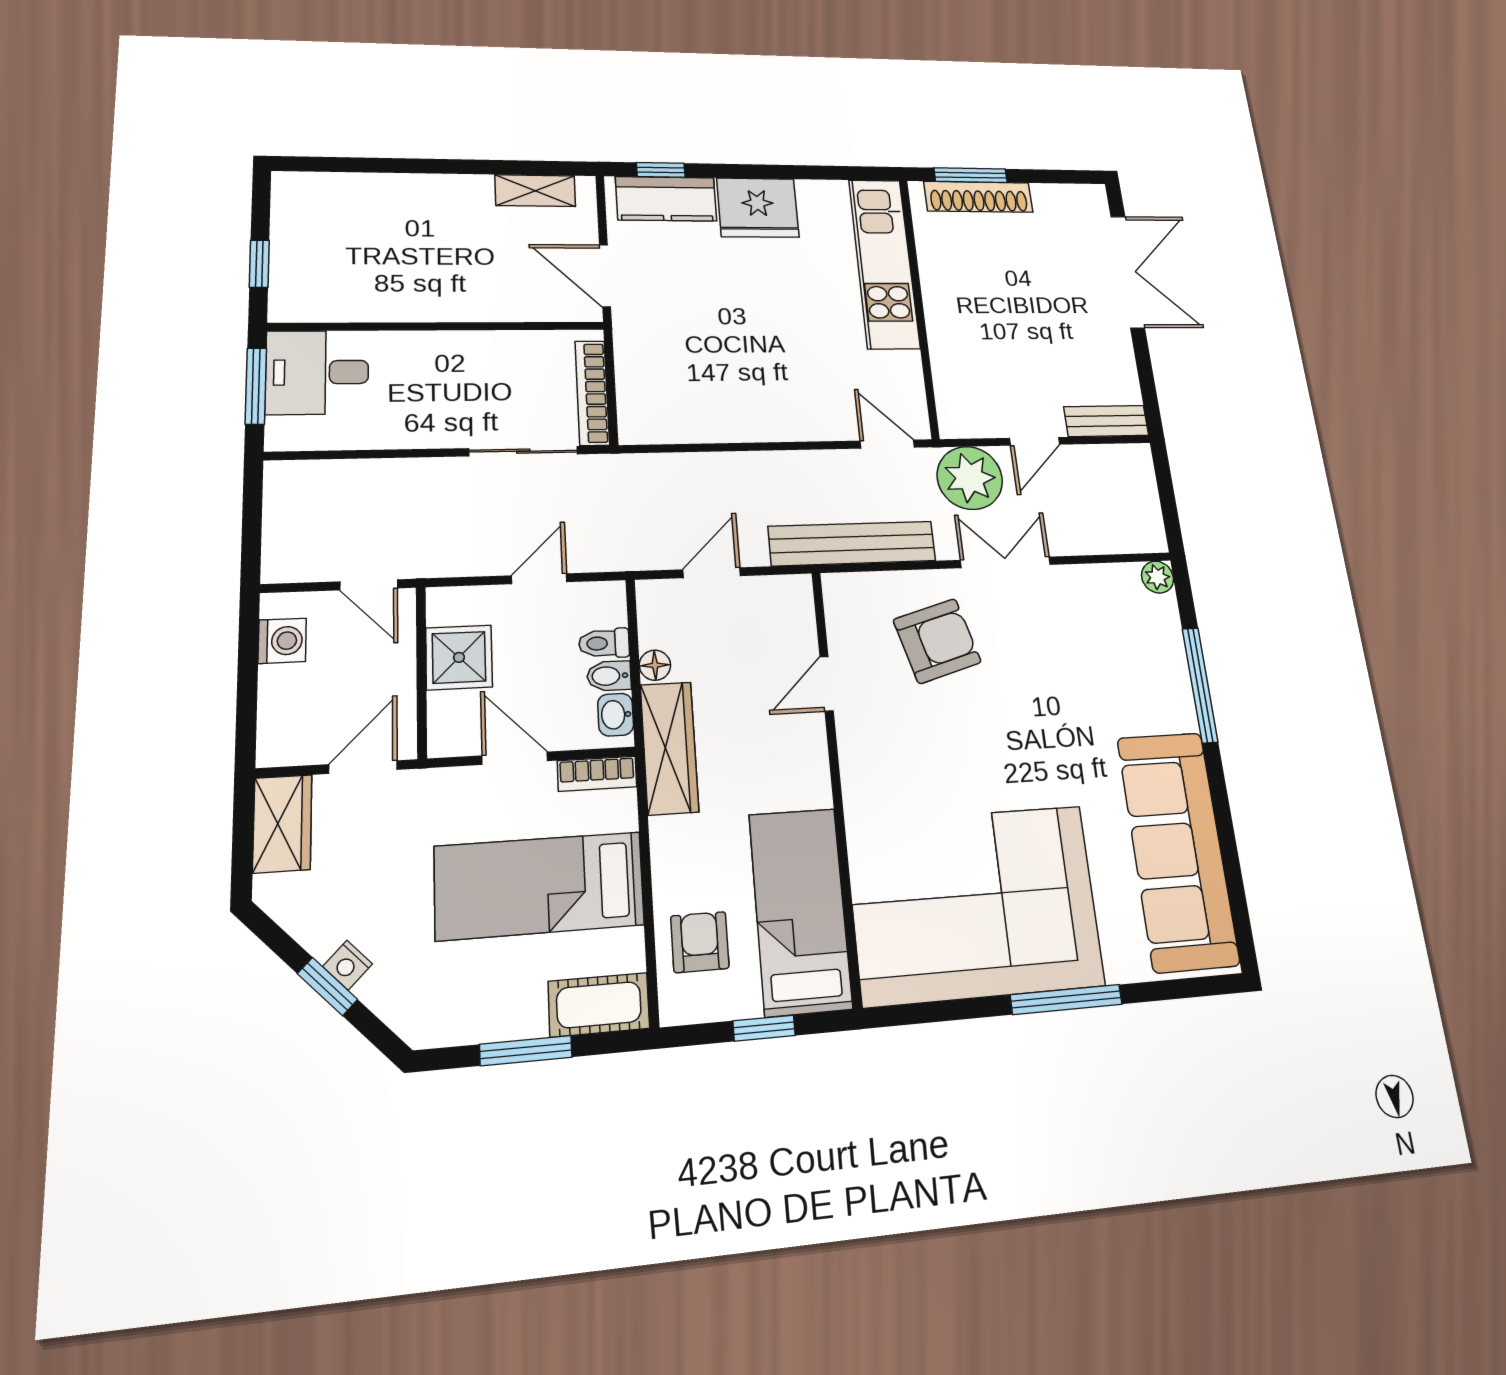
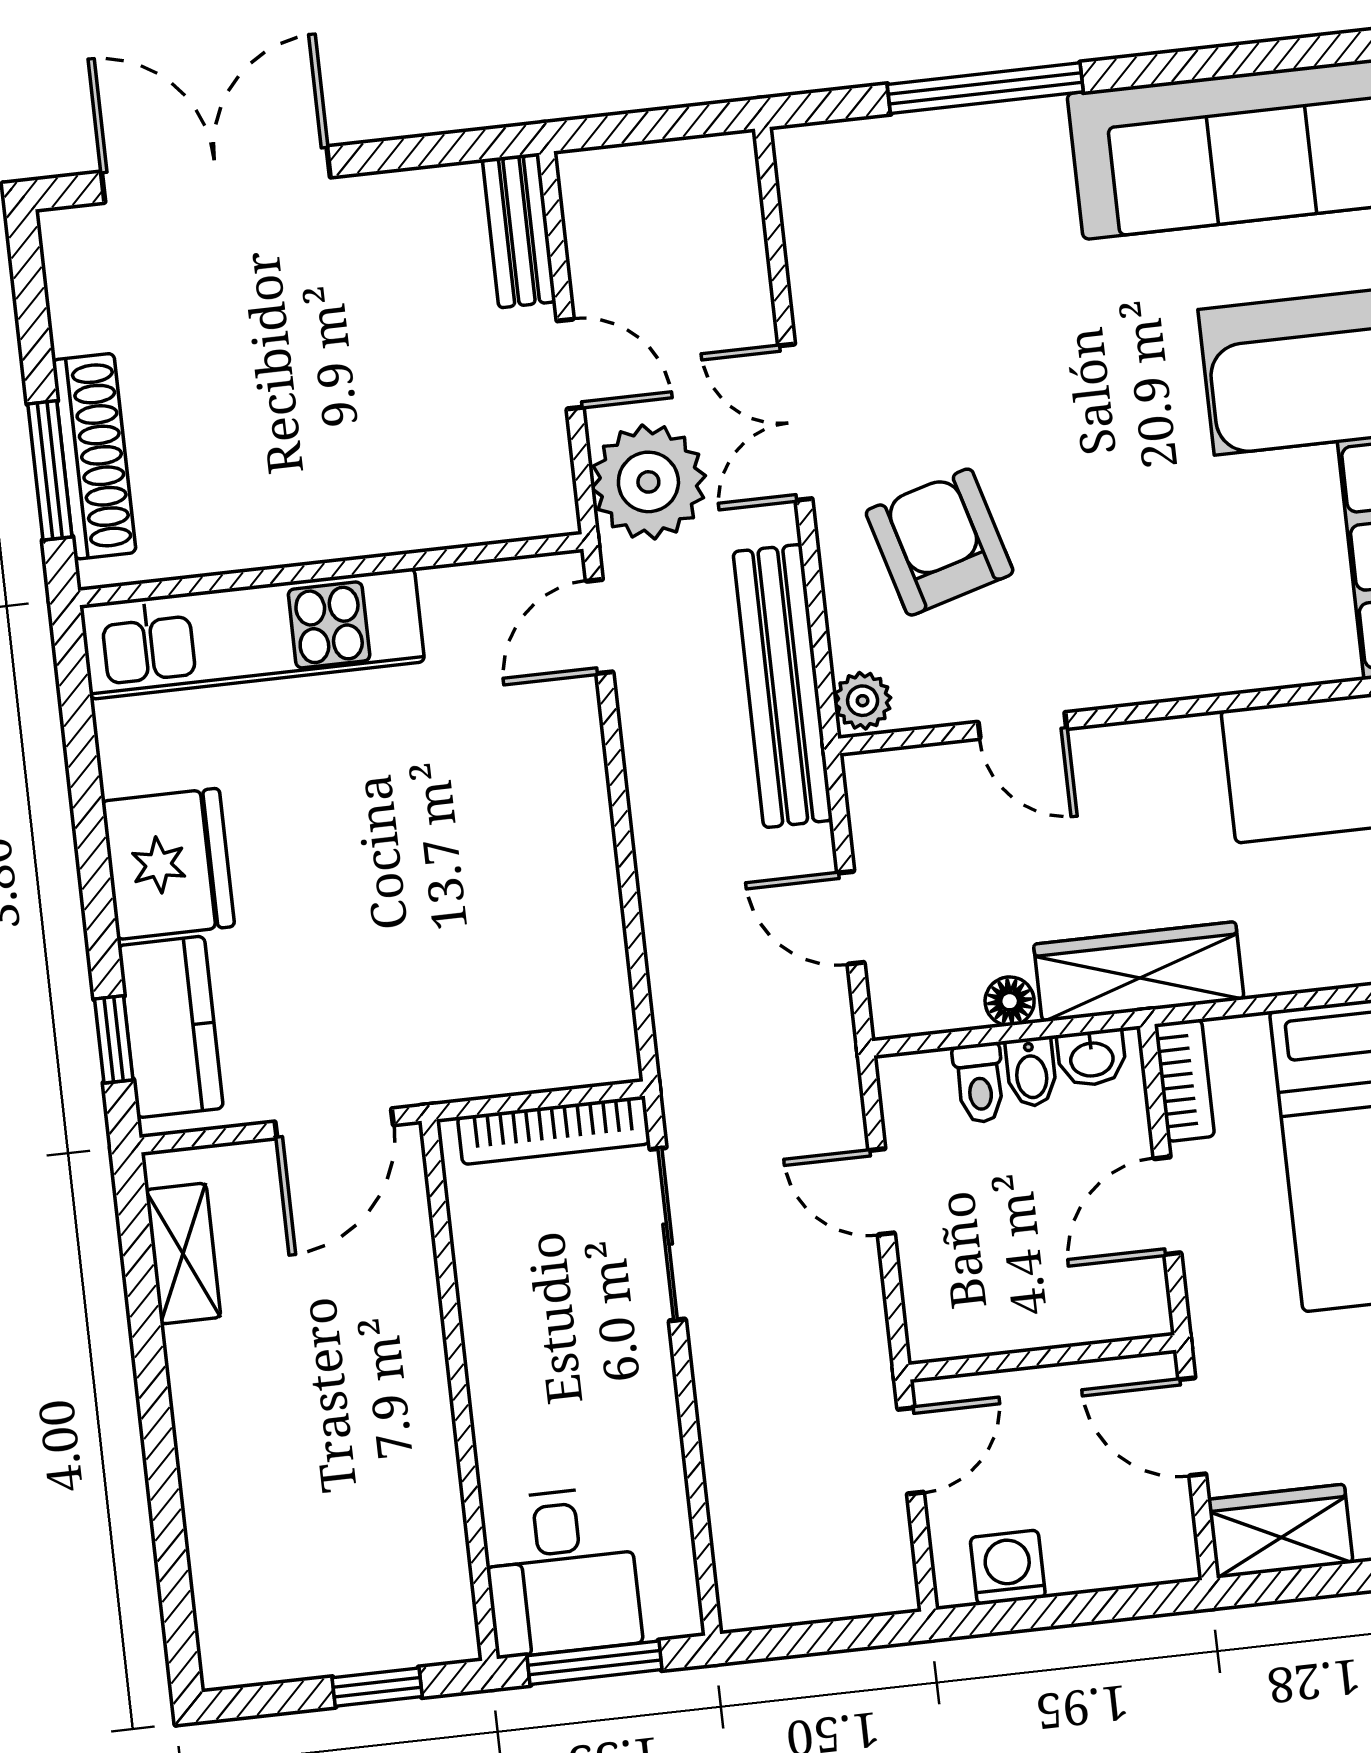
plant: (1158, 577) -> (863, 701), moved
shower: (459, 657) -> (1017, 1303), removed

